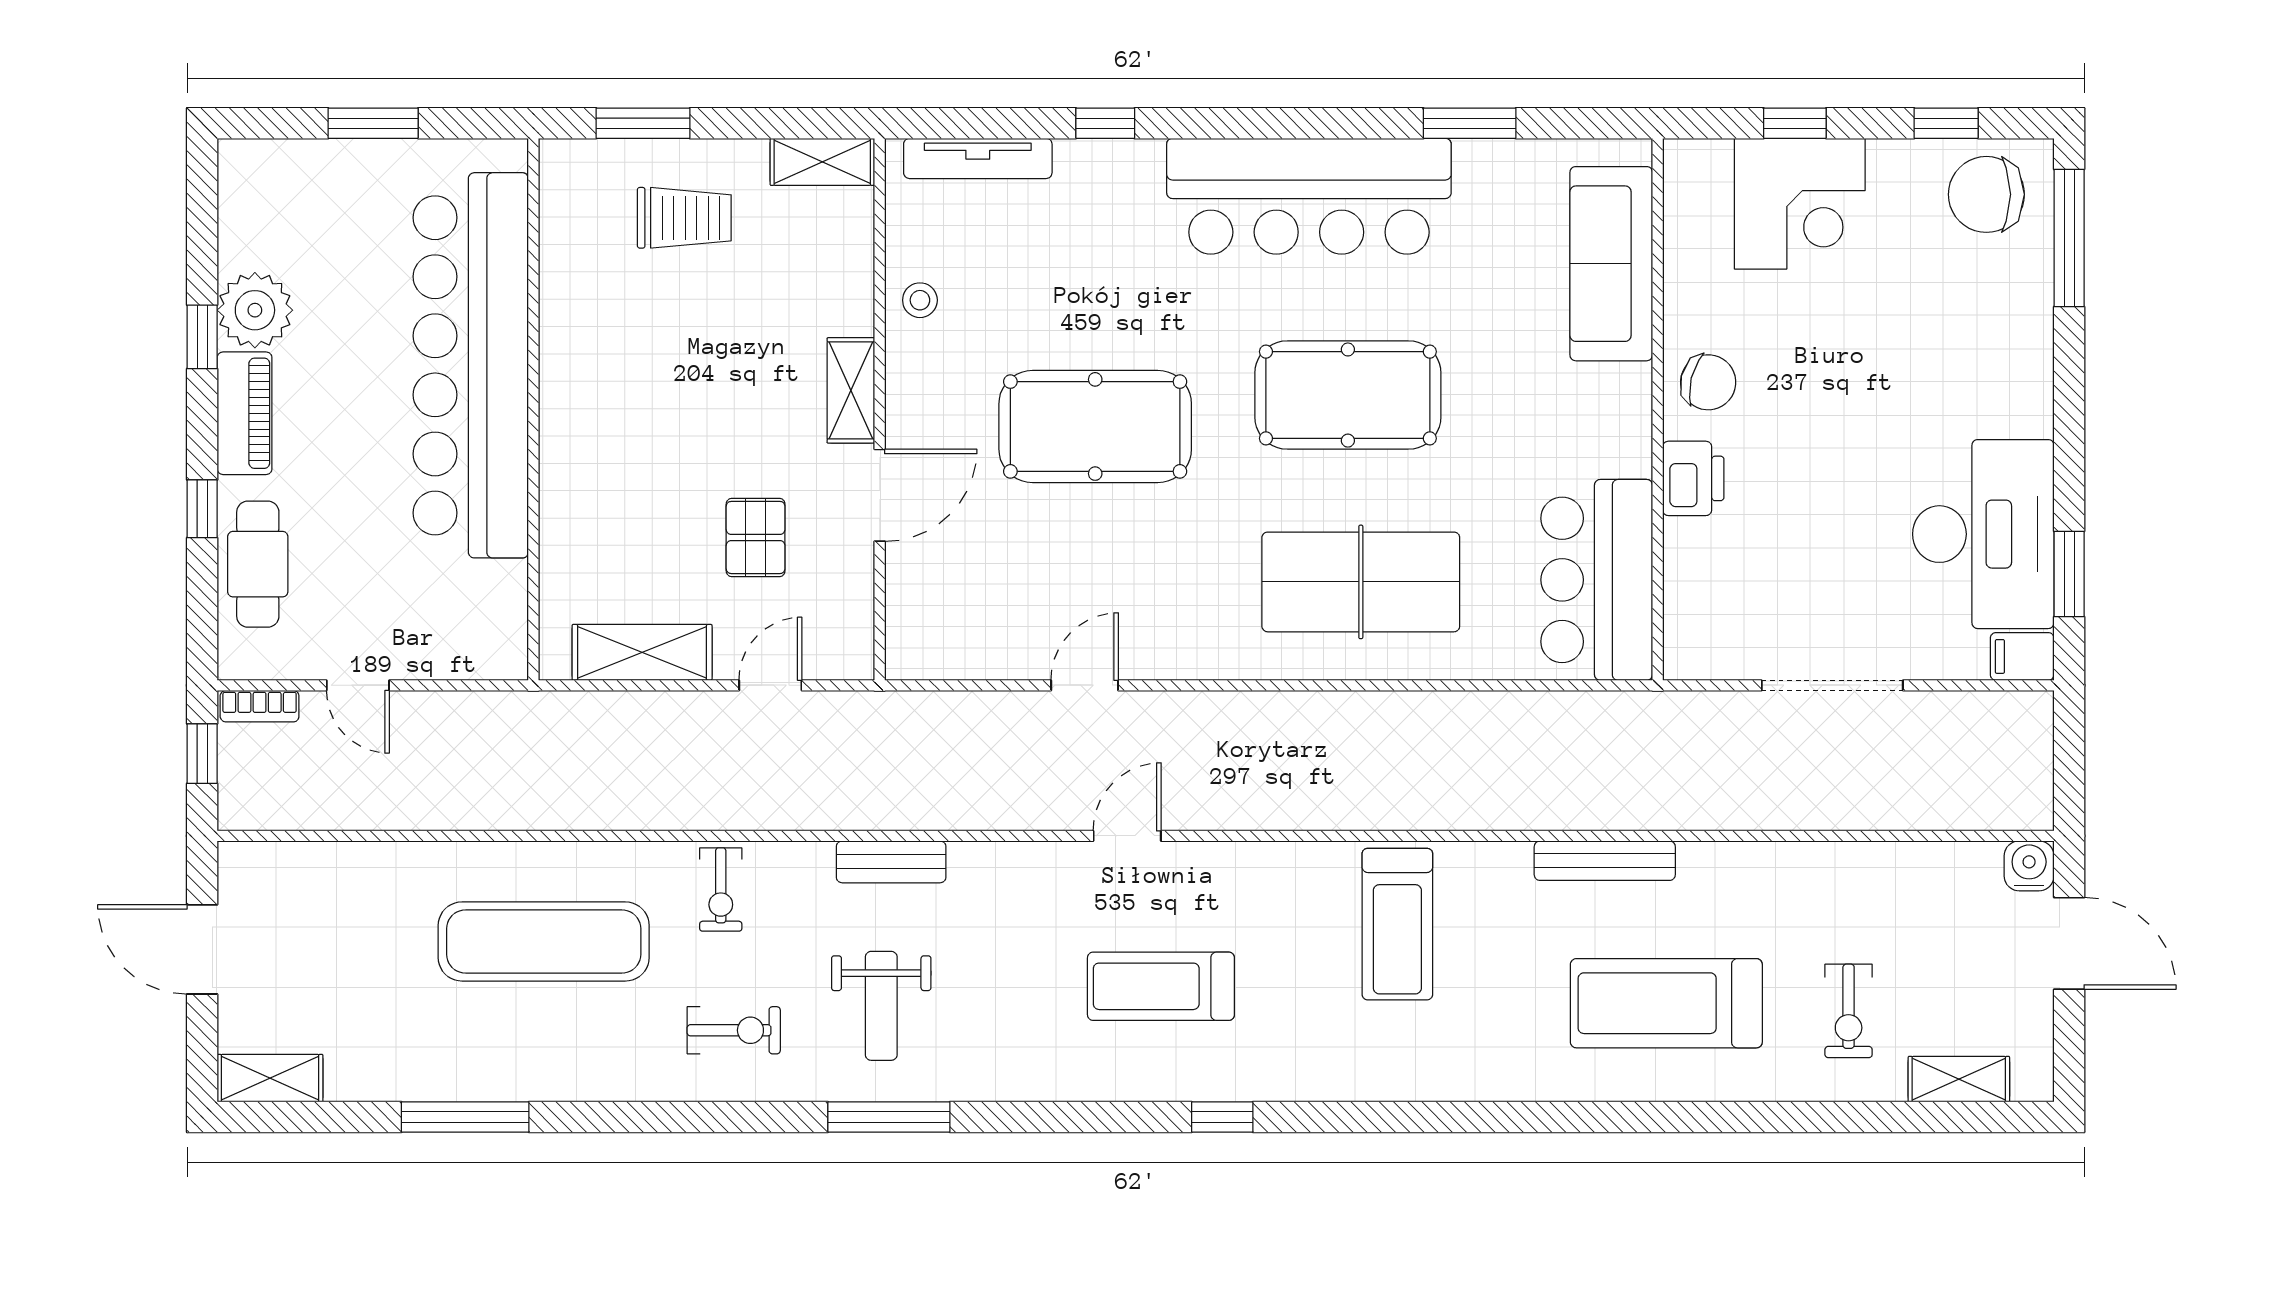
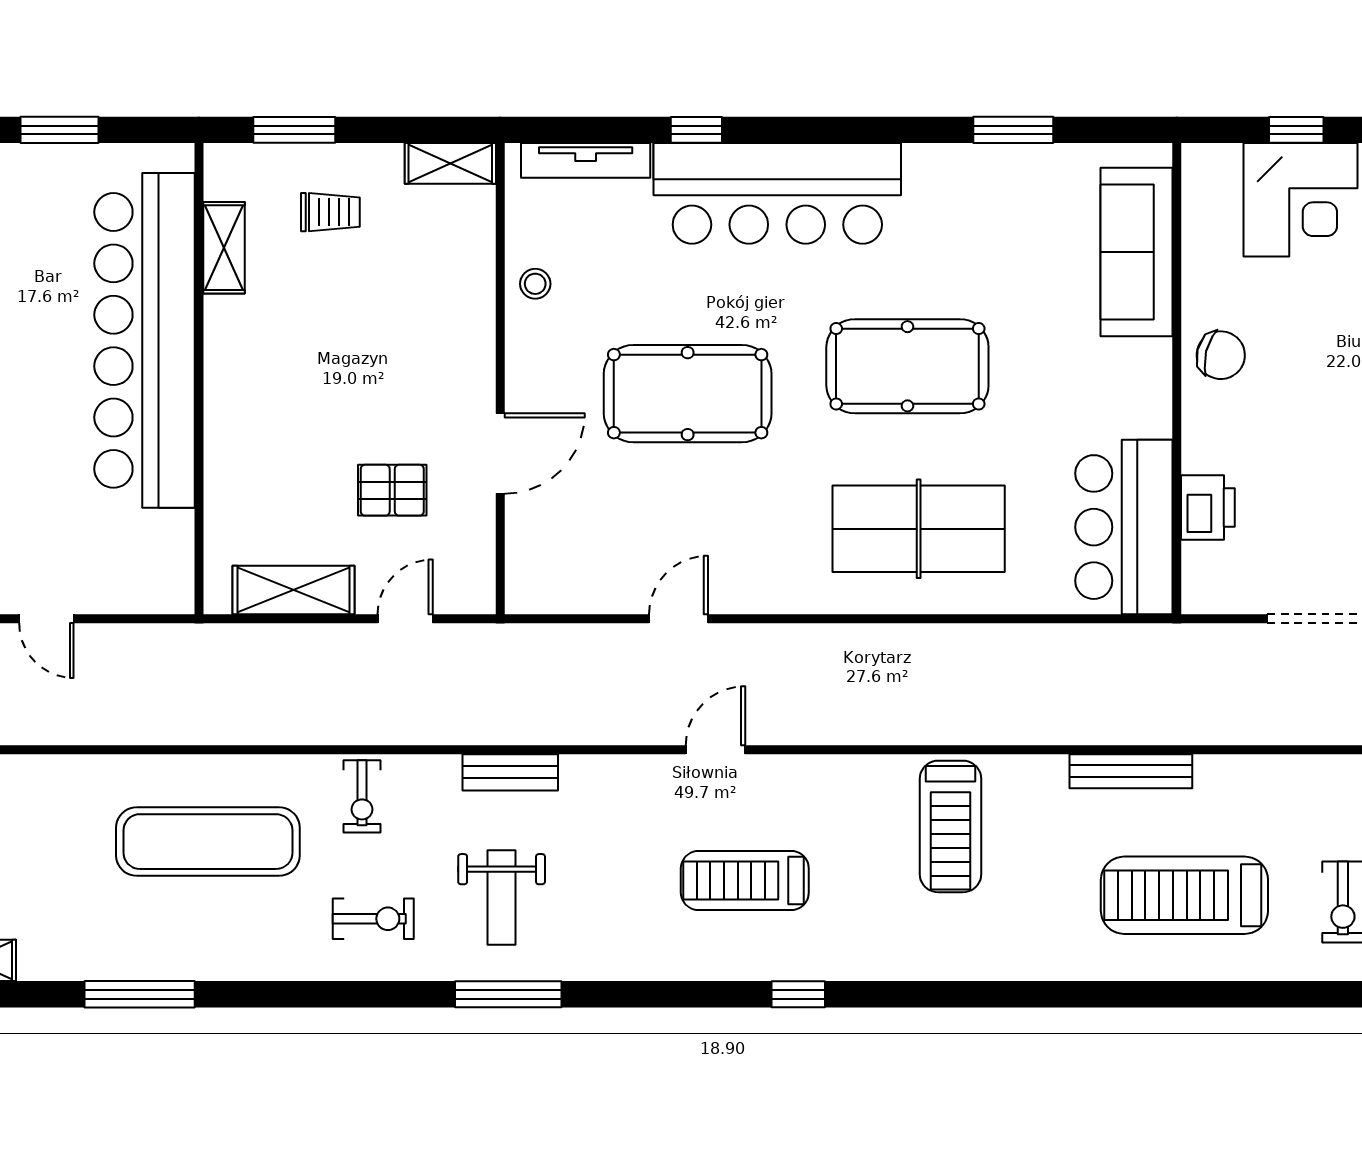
bar counter: (1309, 196) -> (777, 193), moved
trolley: (684, 218) -> (330, 212), width x0.73, depth x0.72
shelving: (851, 390) -> (224, 248), moved
printer: (1693, 478) -> (1208, 507), moved
pallet: (756, 537) -> (392, 490), turned 90

